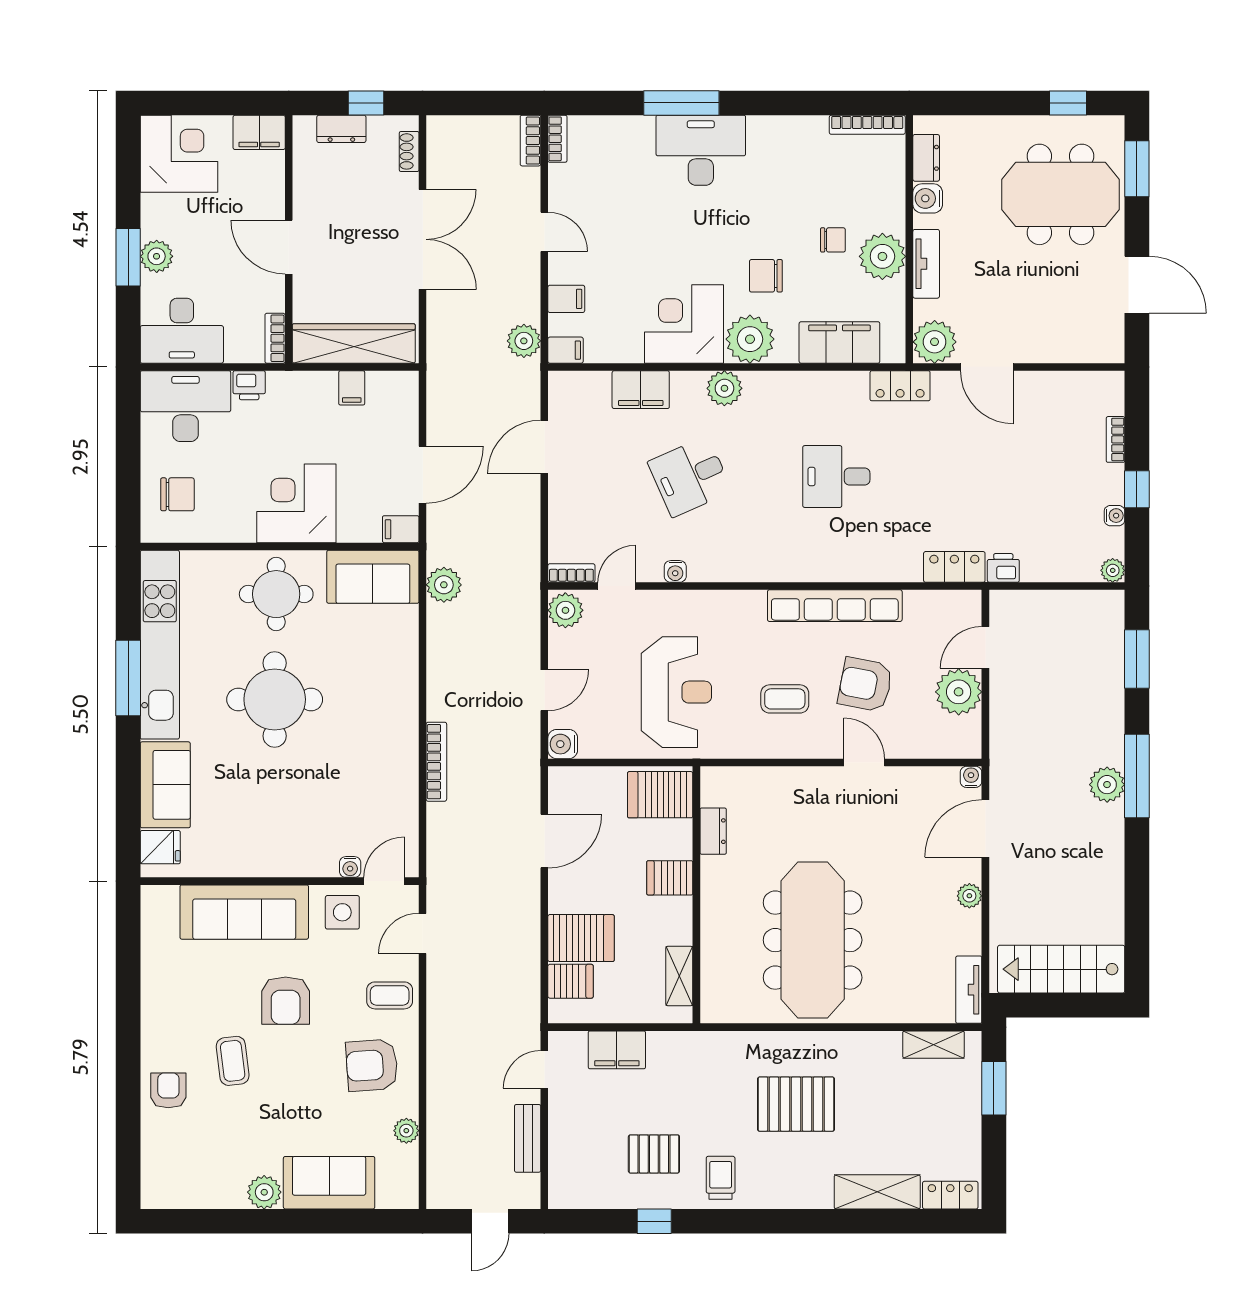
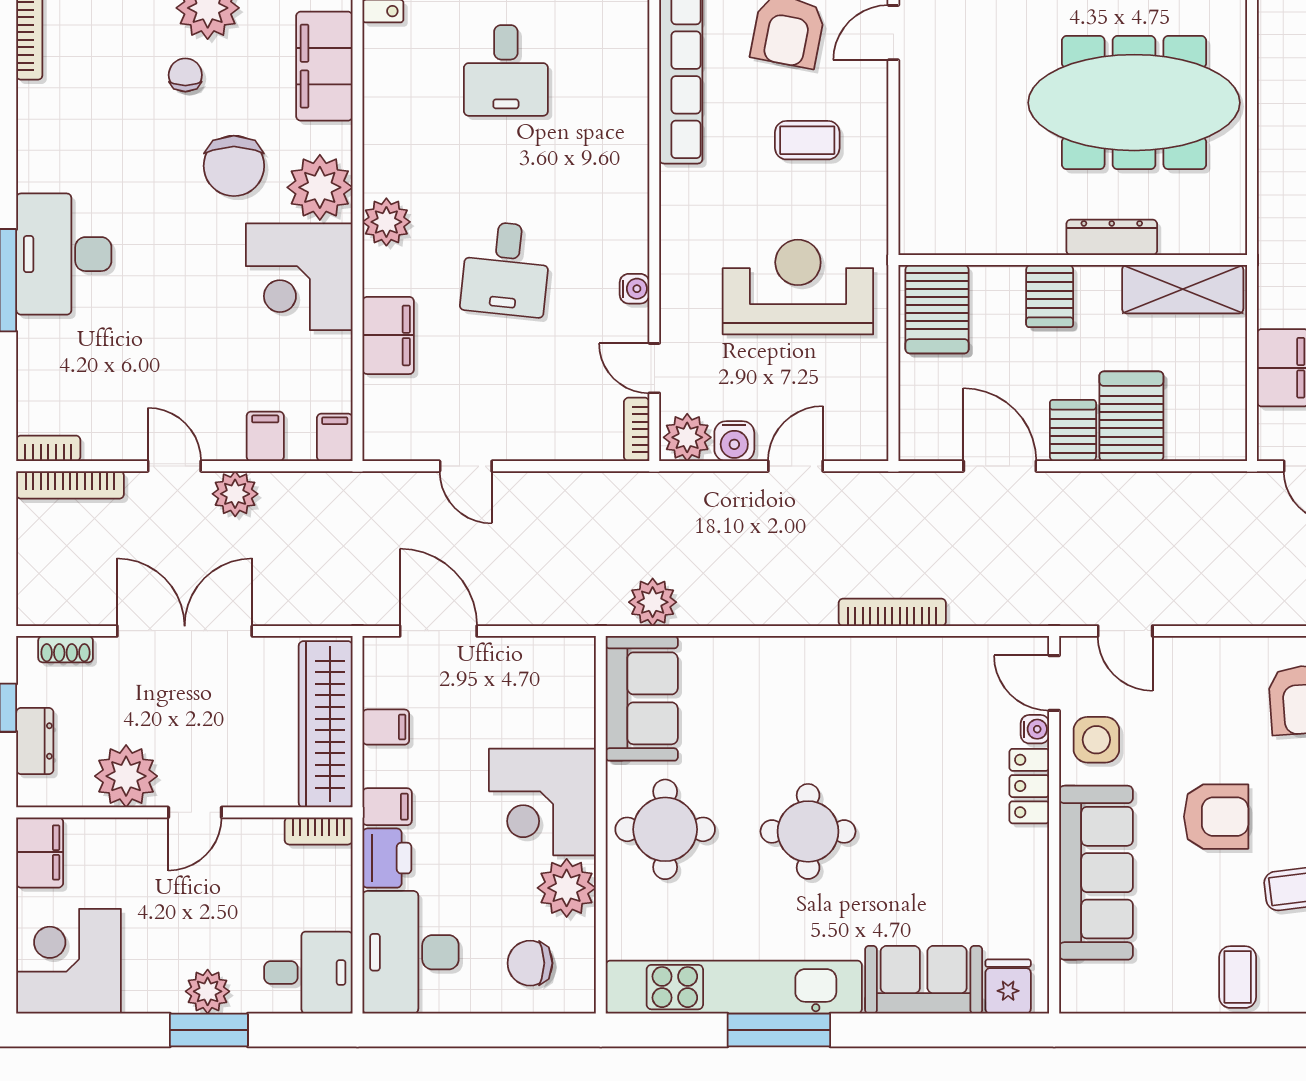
bookcase: (530, 141) -> (70, 485), width x1.56
plant: (315, 196) -> (126, 776), added
door: (544, 232) -> (174, 466), hinge flipped
door: (289, 247) -> (195, 812), width x0.73
chair: (766, 276) -> (234, 166), width x1.37, depth x1.37
desk: (182, 331) -> (308, 973), width x0.73
plant: (524, 341) -> (235, 494), moved
printer: (249, 385) -> (387, 858), width x1.36, depth x1.24
door: (544, 447) -> (466, 466), width x0.73
door: (423, 475) -> (438, 631), moved
desk: (690, 477) -> (506, 269), turned 30
chair: (177, 494) -> (530, 963), turned -90
plant: (233, 521) -> (567, 888), added
filing cabinet: (401, 529) -> (387, 807), moved, turned -90
door: (544, 690) -> (796, 466), hinge flipped
round table: (275, 699) -> (808, 831), width x0.73, depth x0.73
coffee table: (785, 699) -> (807, 140), turned 90
water cooler: (563, 744) -> (734, 441), moved
dresser: (713, 831) -> (1112, 237), moved, width x1.44
locker: (308, 863) -> (1029, 786), added
shelving: (679, 976) -> (1183, 289), width x1.50, depth x1.33
server rack: (571, 981) -> (1073, 431), moved
coffee table: (390, 995) -> (1238, 977), moved

